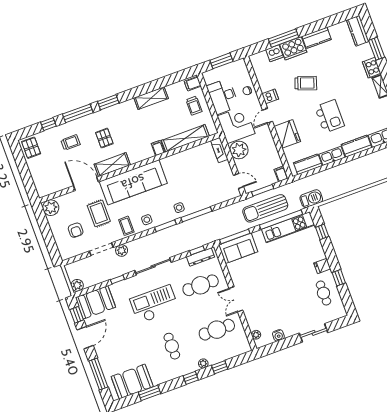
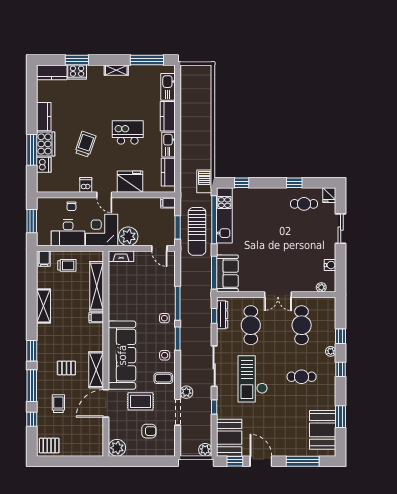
cooker: (372, 68) -> (77, 72), moved
door: (238, 181) -> (159, 248), swing flipped
fridge: (322, 266) -> (329, 195), moved

